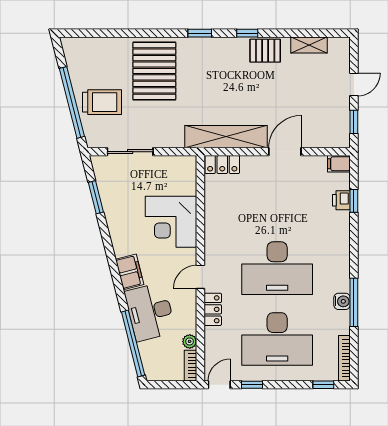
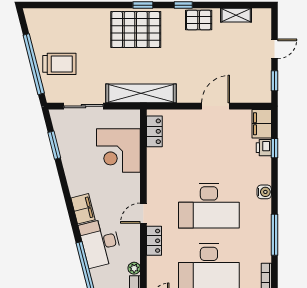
pallet: (154, 71) -> (136, 30), moved, turned 90
shelving: (226, 137) -> (141, 93), moved
locker: (222, 164) -> (154, 131), moved, turned -90
filing cabinet: (339, 164) -> (262, 124), width x2.00
corner desk: (171, 222) -> (118, 151), moved
water cooler: (342, 301) -> (264, 192), moved

